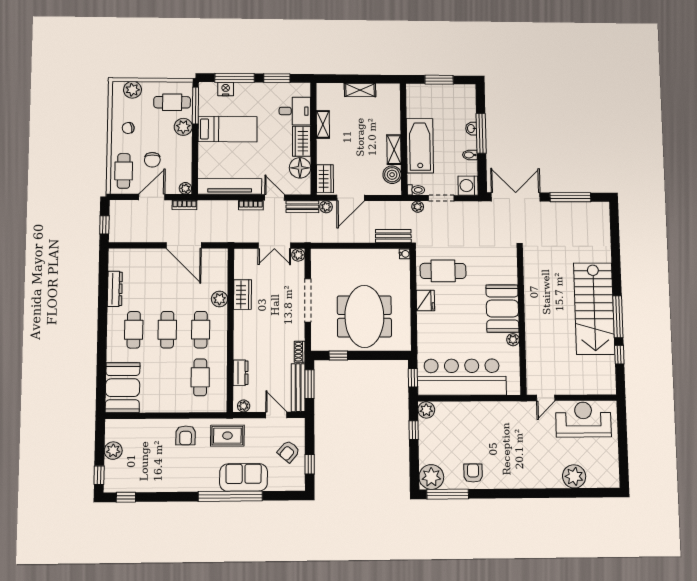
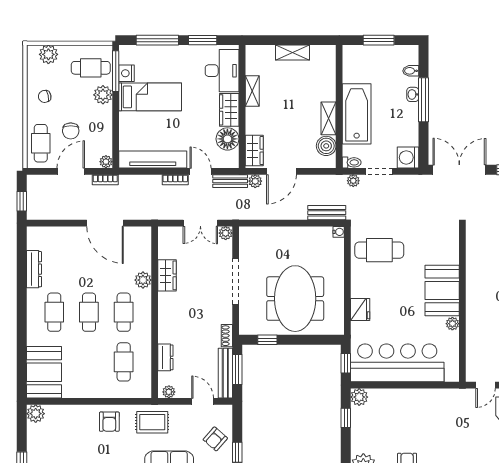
nightstand: (226, 89) -> (127, 73), moved, turned -90
desk: (295, 111) -> (222, 71), width x1.37
bidet: (470, 155) -> (411, 71), moved
fridge: (425, 301) -> (360, 310), moved
plant: (113, 451) -> (36, 414), moved

